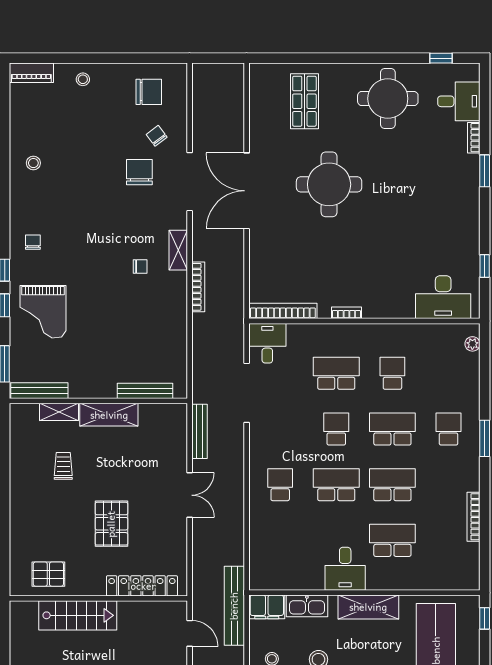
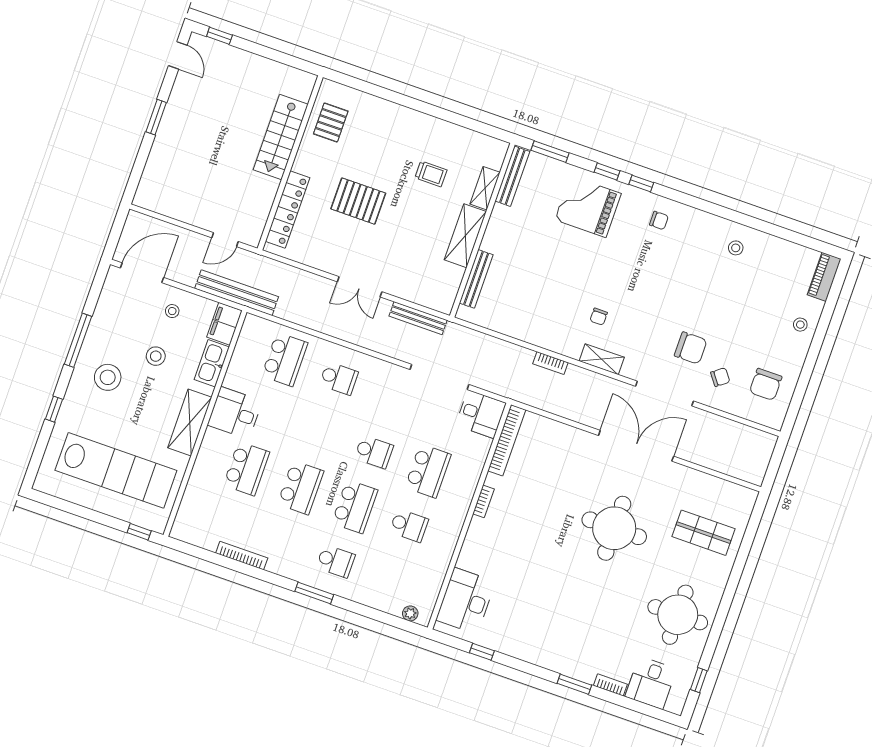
bookcase: (198, 287) -> (550, 363), width x0.64
school desk: (336, 485) -> (285, 359), moved

